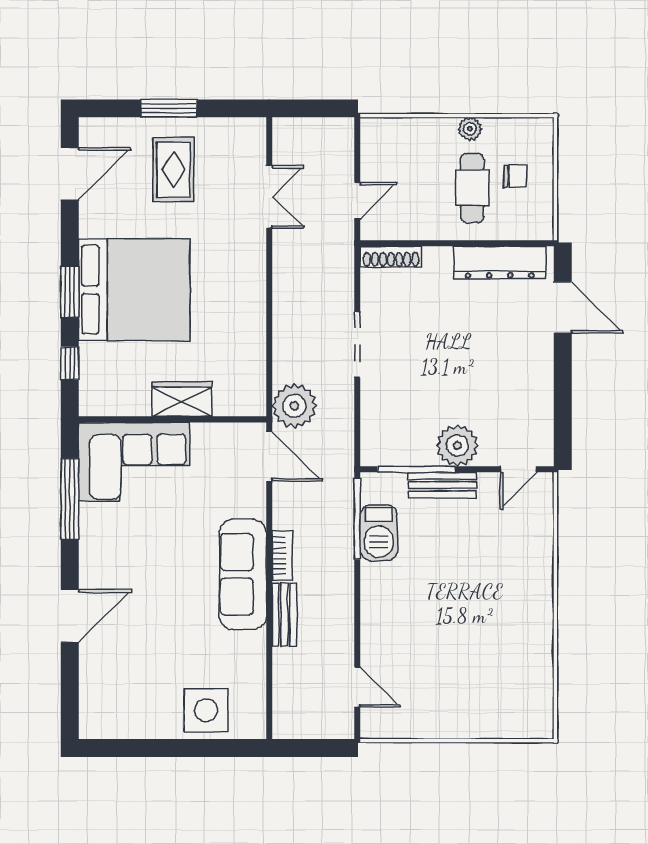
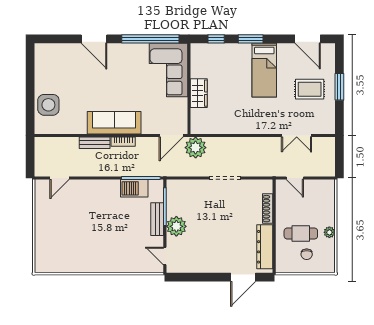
shoe rack: (391, 257) -> (268, 209), moved
bed: (134, 290) -> (264, 70), width x0.49
window: (70, 499) -> (150, 39), width x1.46

